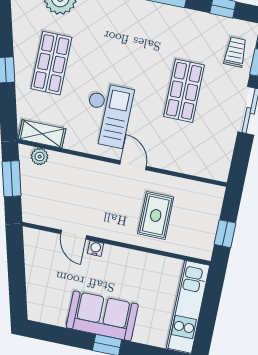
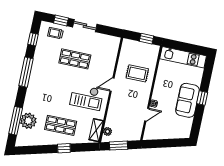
checkout: (108, 115) -> (87, 97), turned 180

